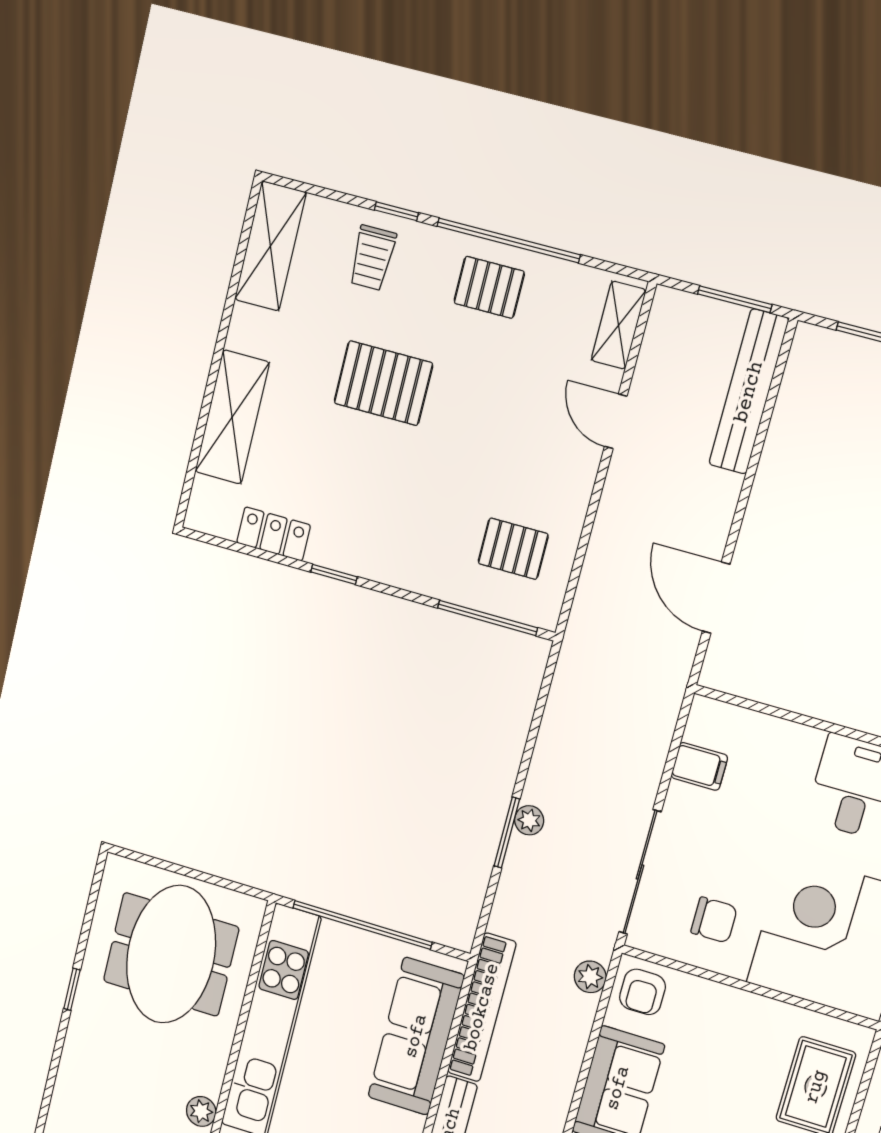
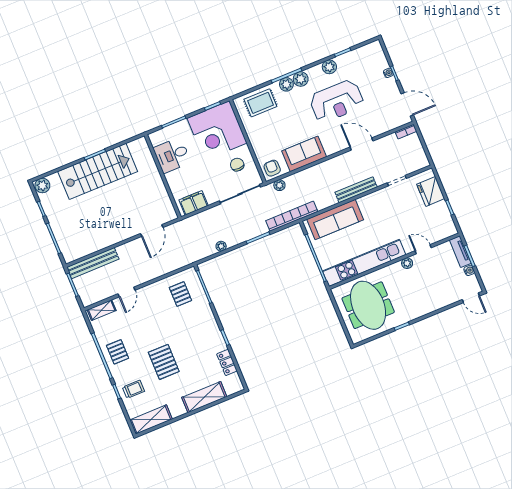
filing cabinet: (699, 766) -> (194, 203), width x2.00
plant: (529, 820) -> (221, 246), moved
meeting table: (171, 954) -> (368, 305), turned 90
armchair: (642, 992) -> (272, 168), turned -90
bookcase: (482, 1007) -> (292, 216), moved

